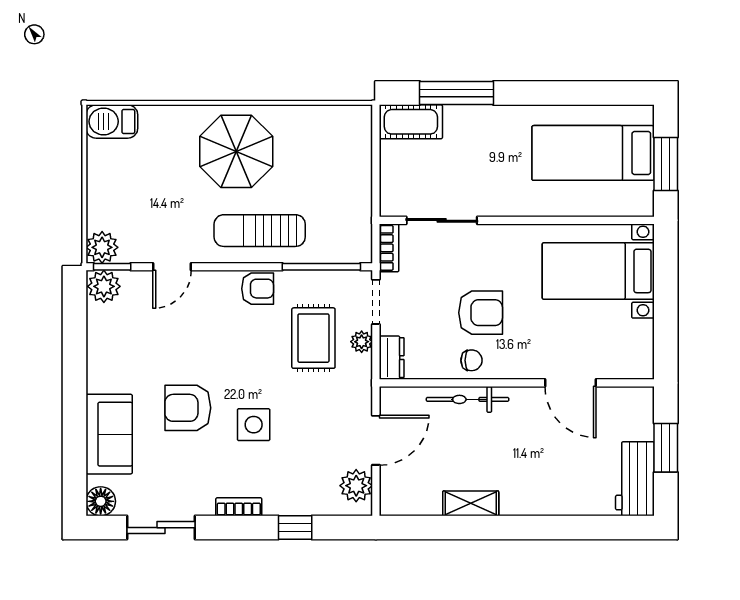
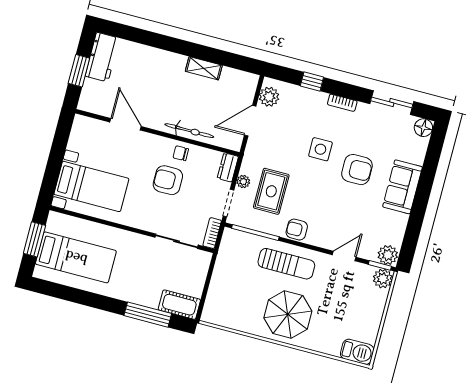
sofa: (109, 434) -> (402, 187), moved

